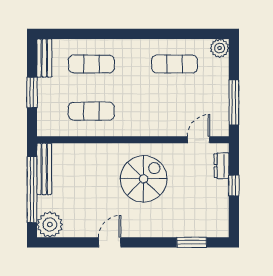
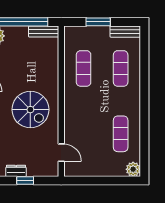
window: (234, 103) -> (90, 180), removed
dresser: (222, 166) -> (16, 171), moved
bench: (44, 169) -> (44, 31), width x0.73

